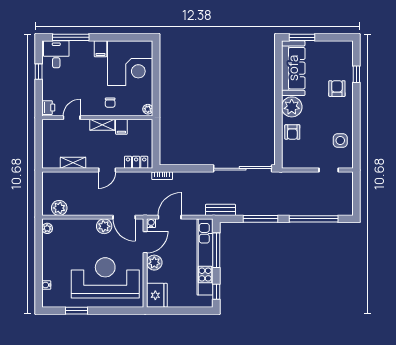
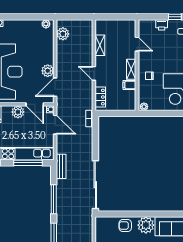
printer: (48, 108) -> (162, 25), moved

